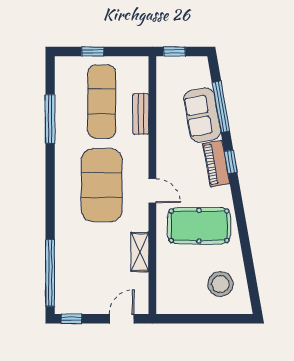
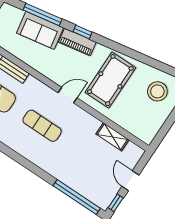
exercise mat: (102, 185) -> (42, 126), width x0.50, depth x0.69
shelving: (140, 252) -> (112, 137), moved
door: (122, 319) -> (130, 181), moved

